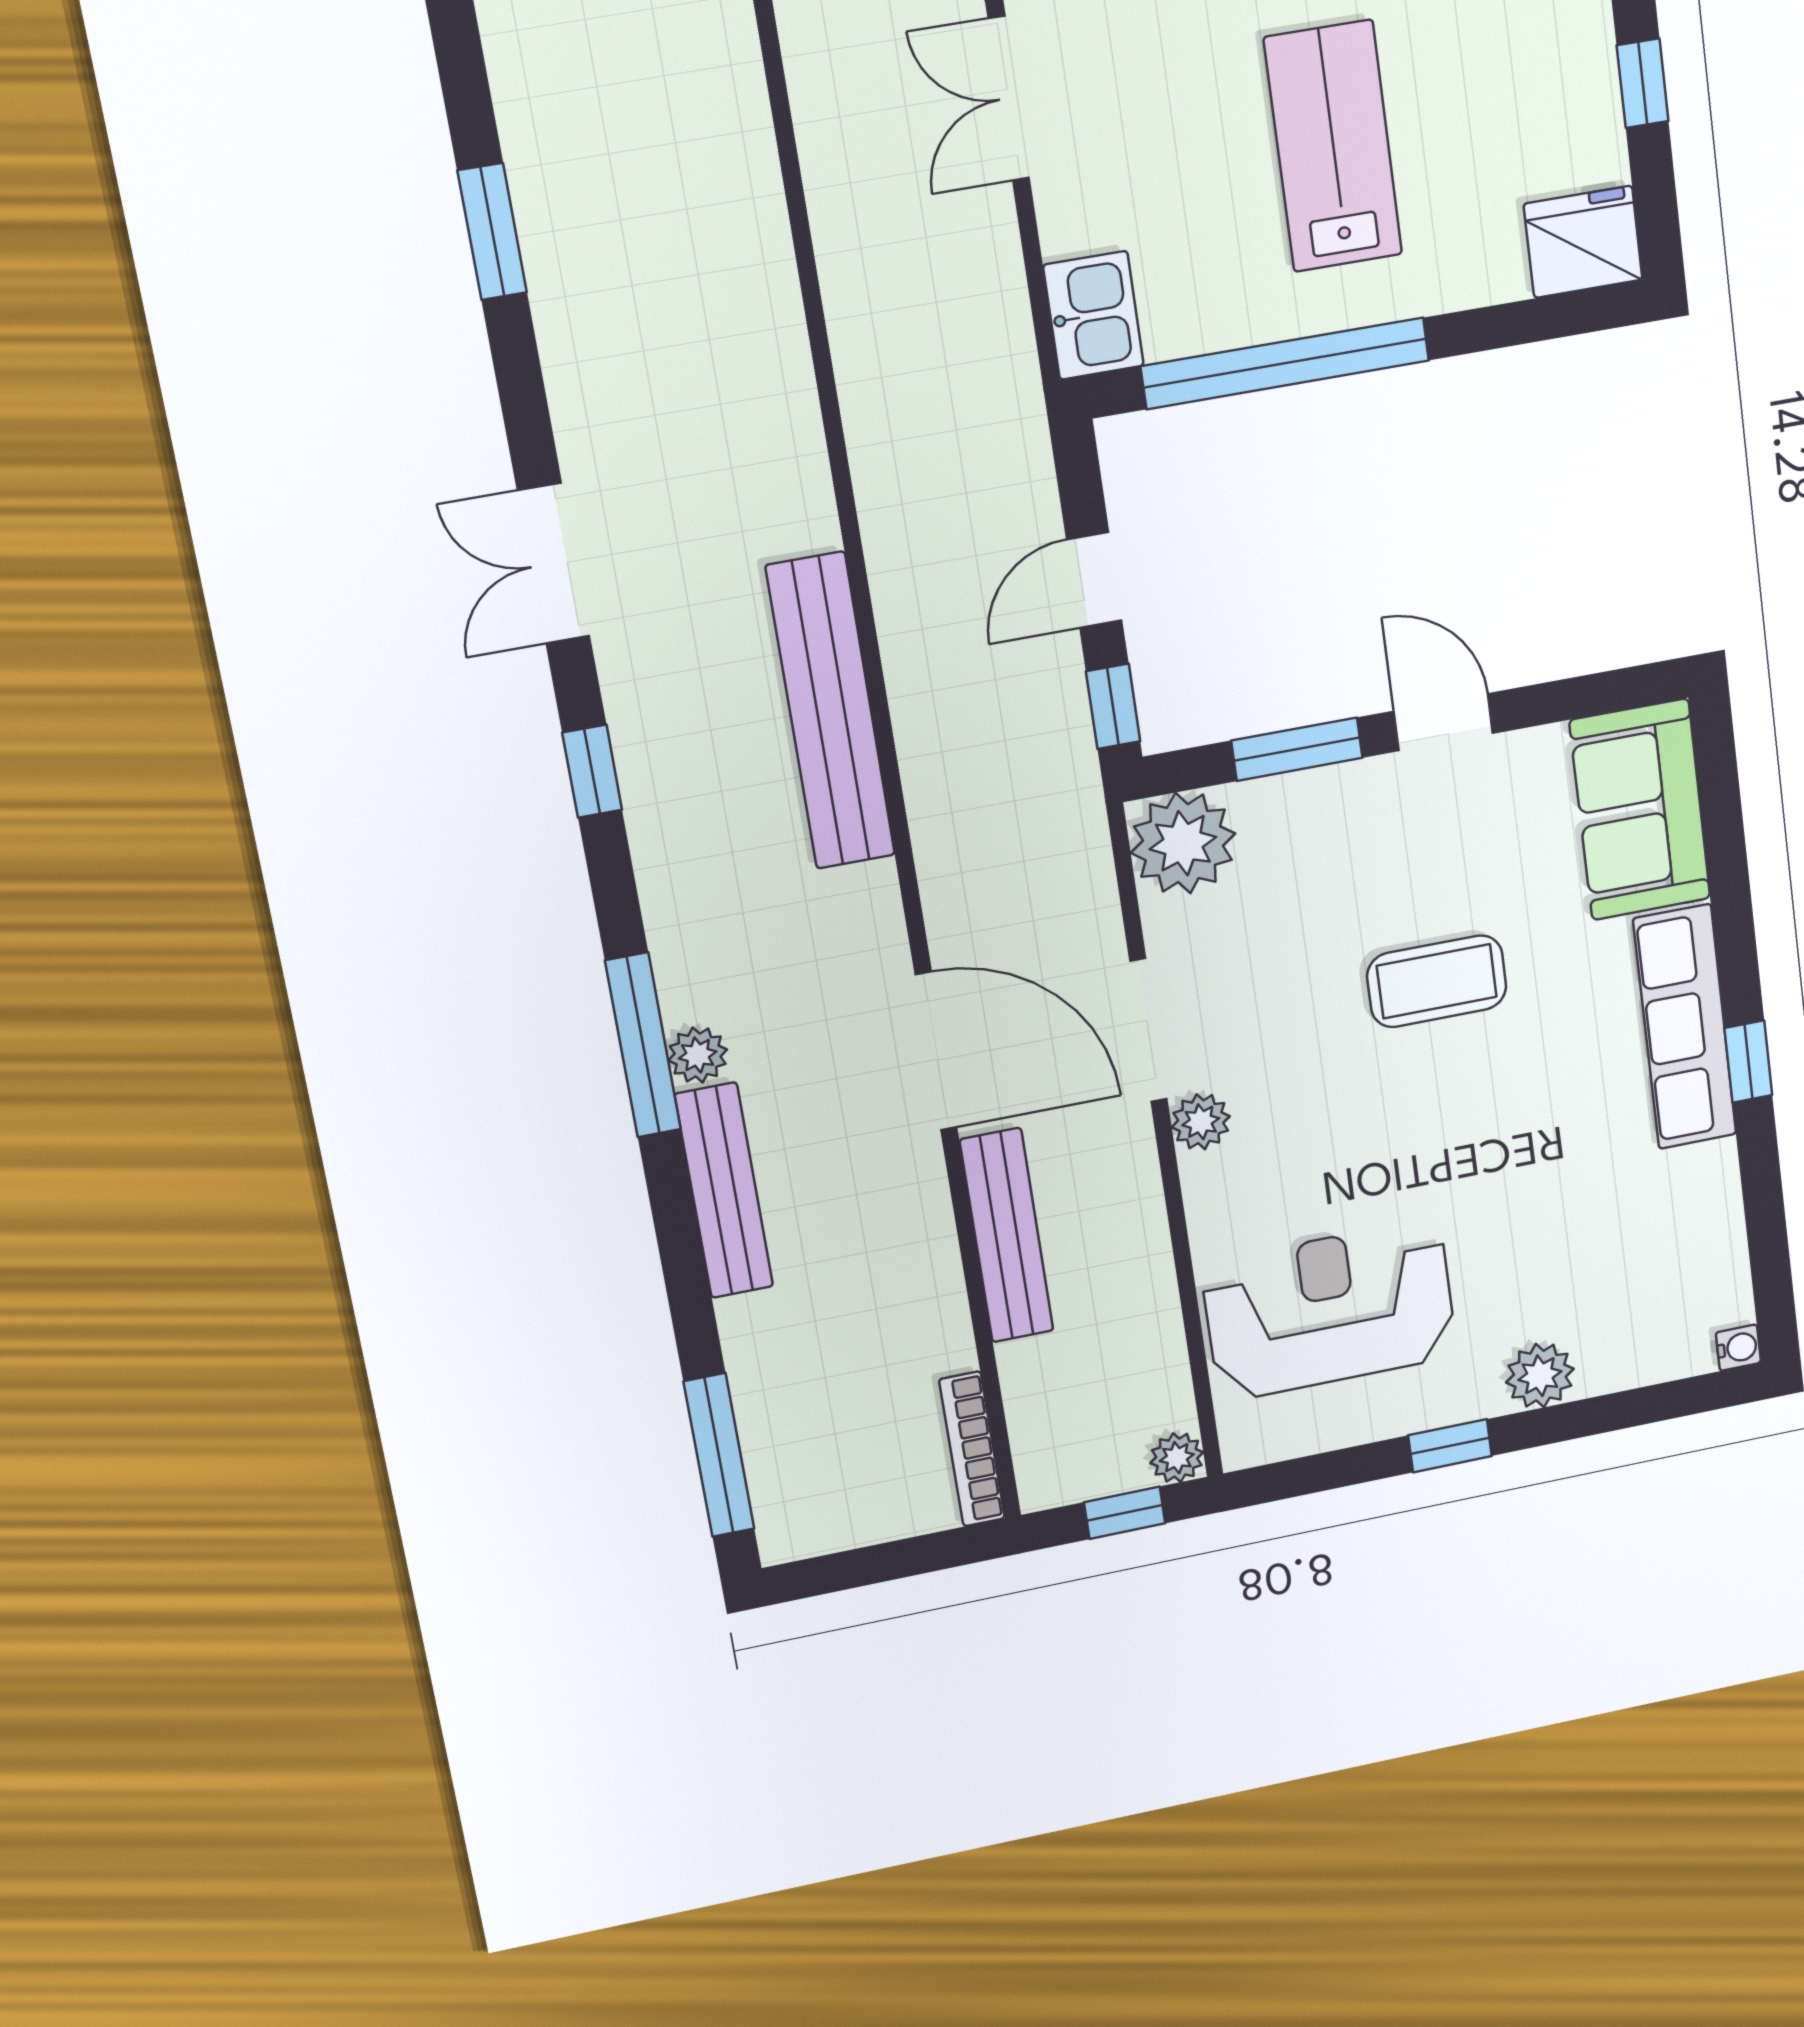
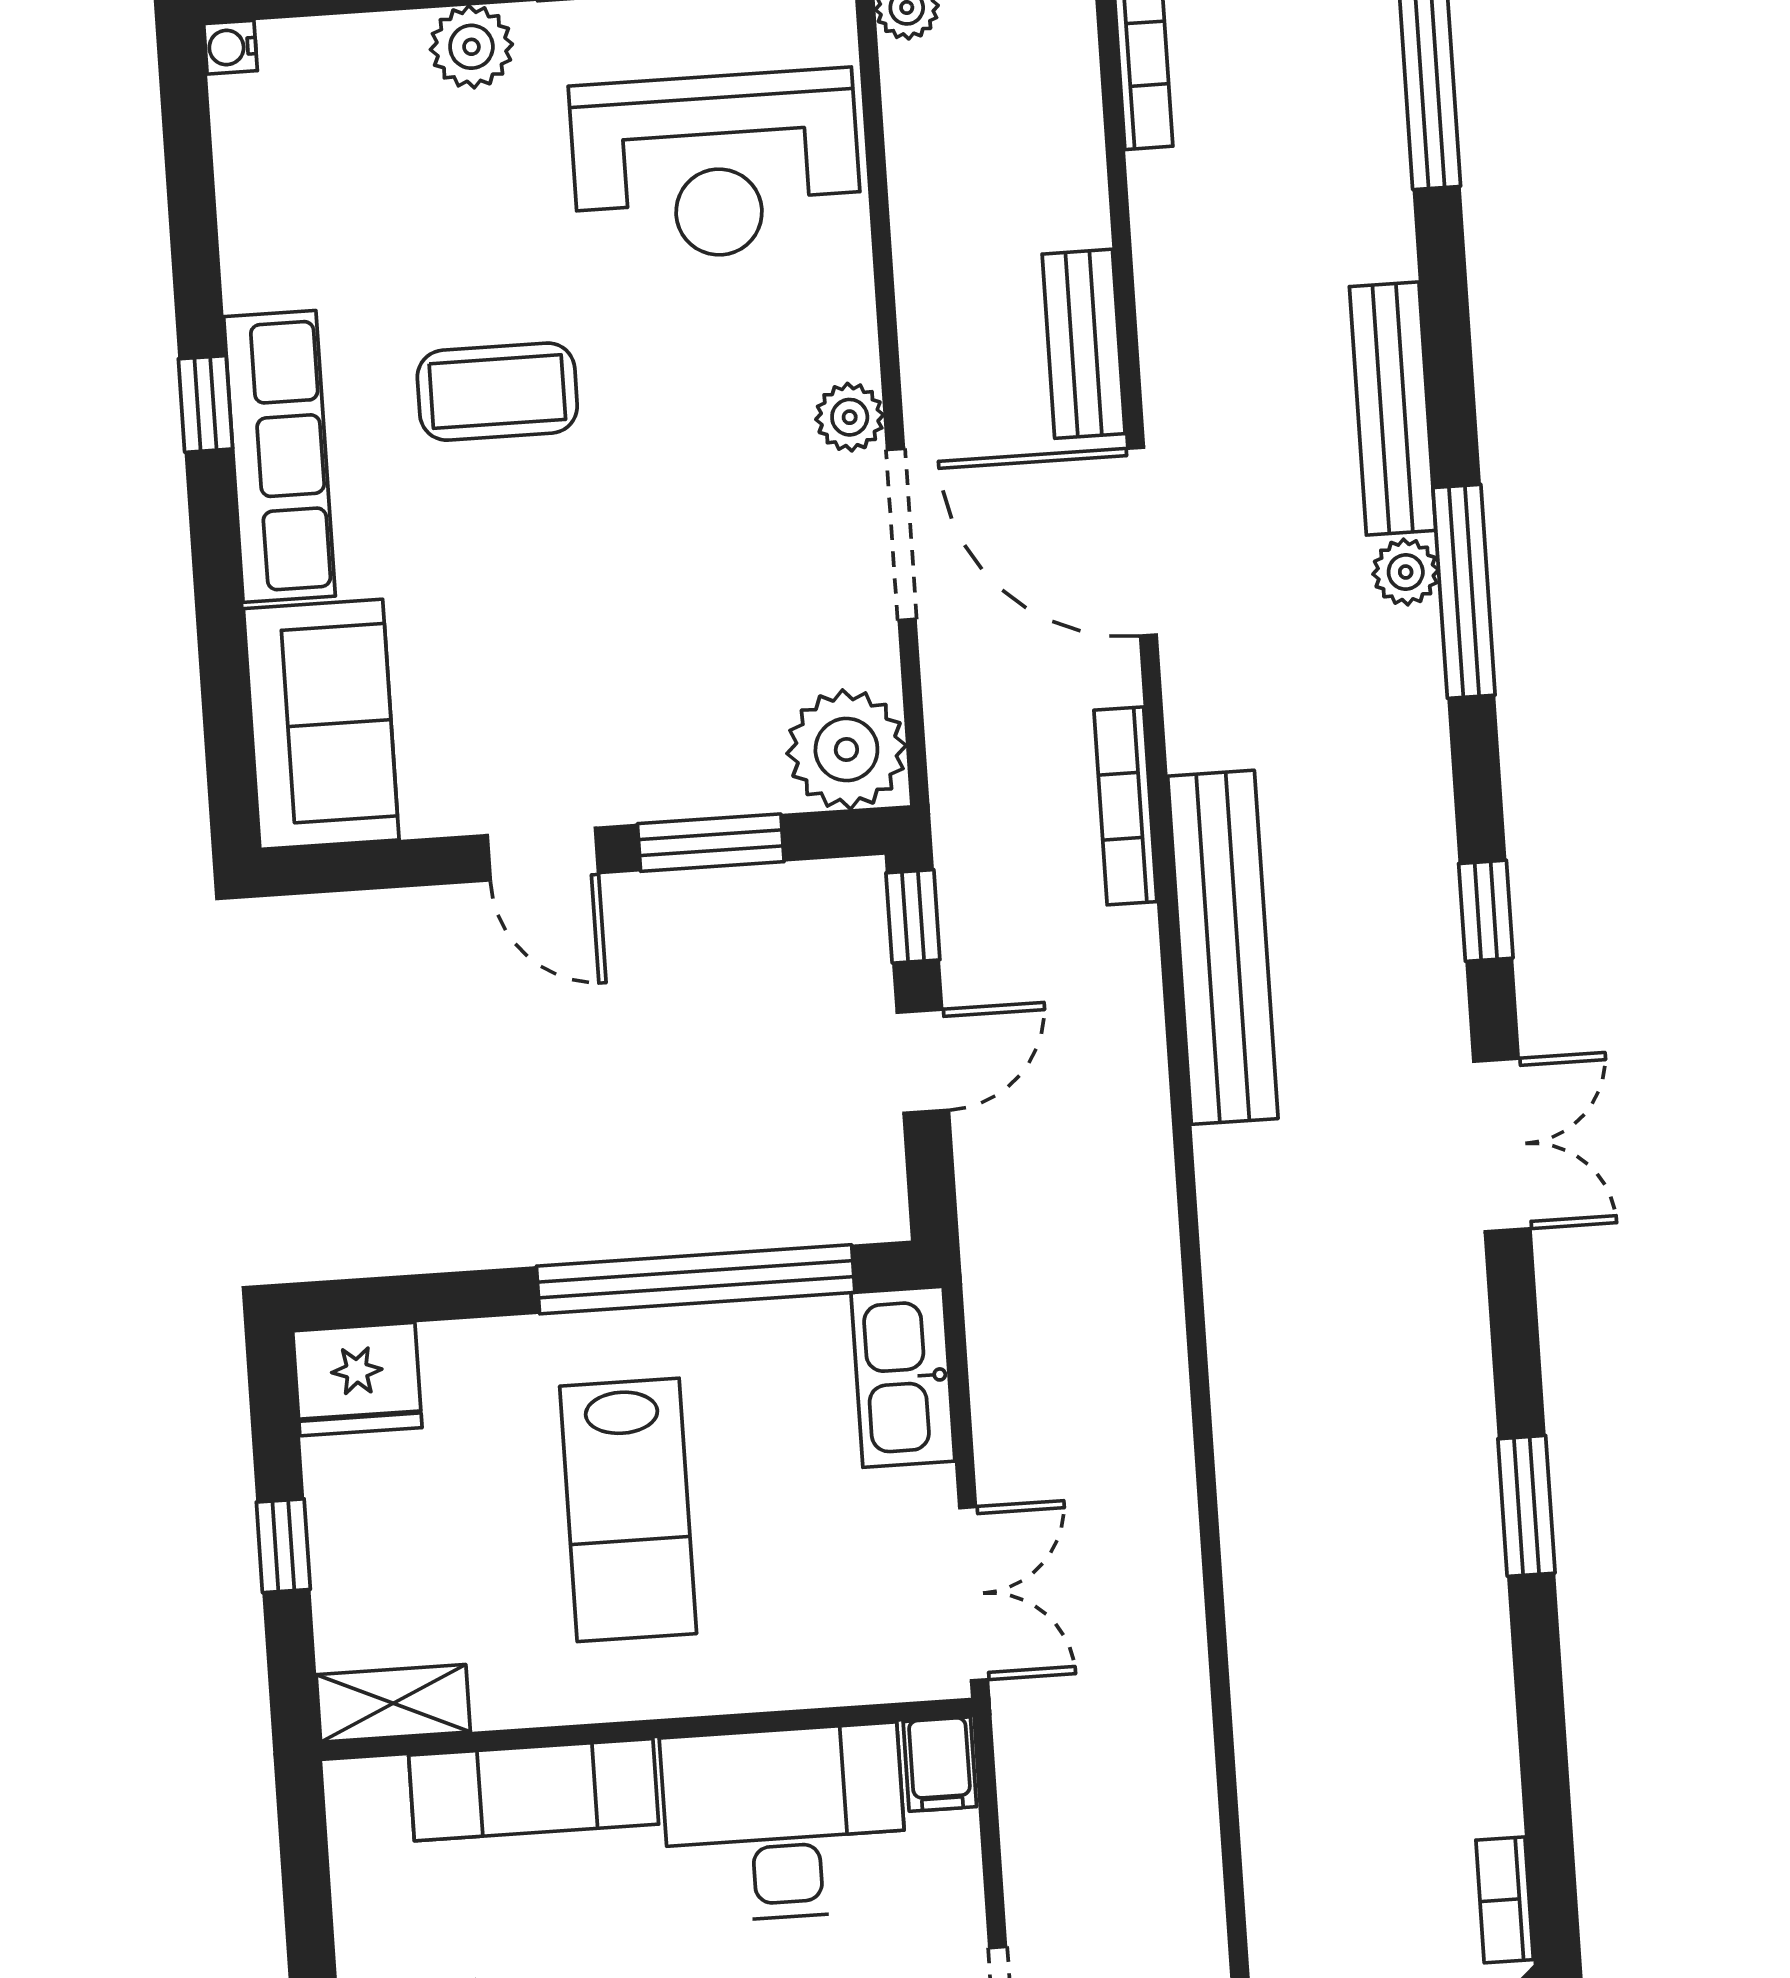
kitchen sink: (1093, 315) -> (903, 1377), width x1.38
bookcase: (930, 824) -> (1125, 806), added
coffee table: (1437, 981) -> (497, 392), moved
bench: (1007, 1236) -> (1084, 344), width x0.73

